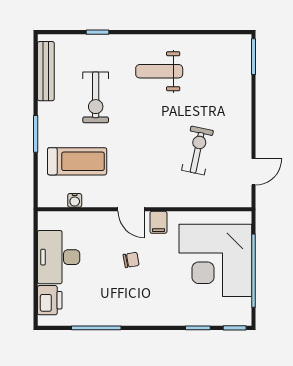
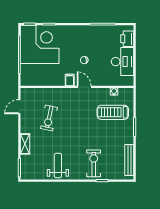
weight bench: (159, 71) -> (58, 165), moved, turned -90
exercise bike: (96, 97) -> (94, 163), moved
shelving: (243, 101) -> (25, 144), added
corner desk: (215, 260) -> (40, 44), moved

